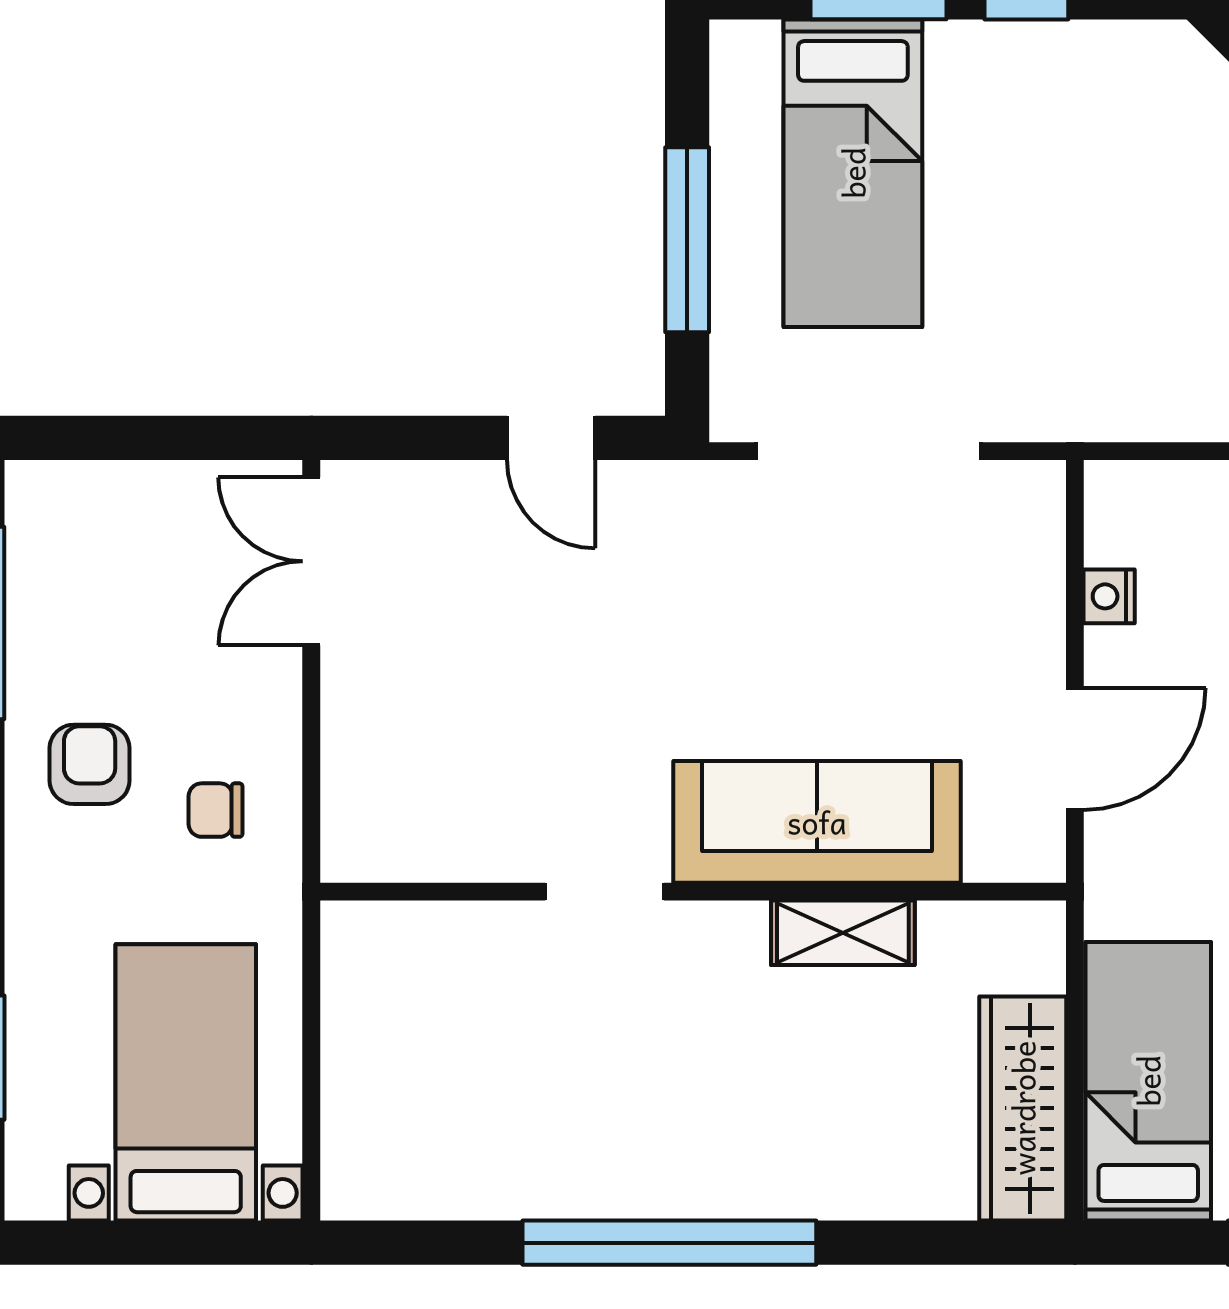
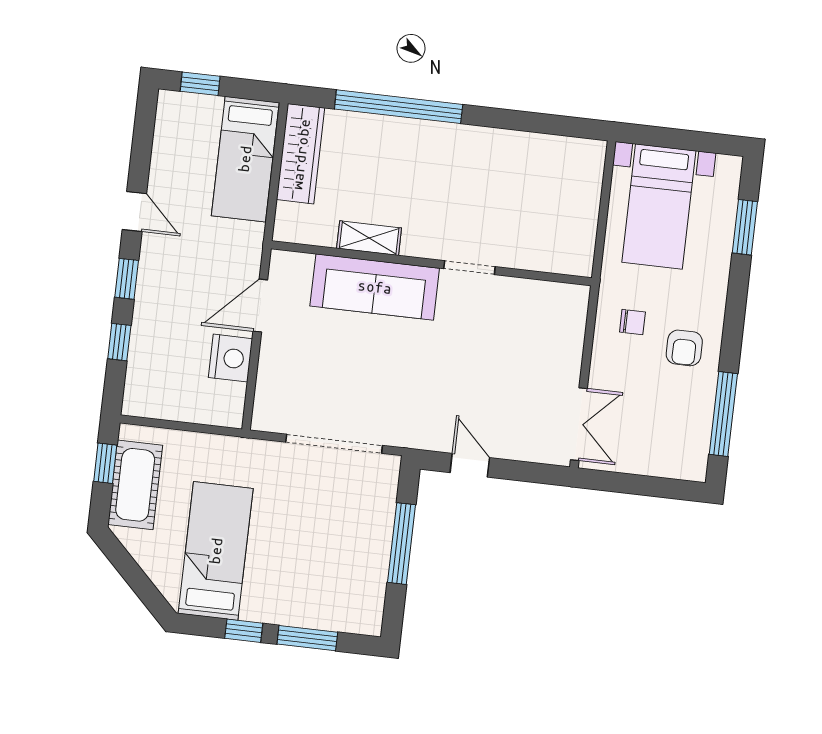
bed: (853, 173) -> (216, 551), moved
nightstand: (1109, 596) -> (230, 358), width x1.89, depth x1.79
window: (669, 1243) -> (399, 107), moved

